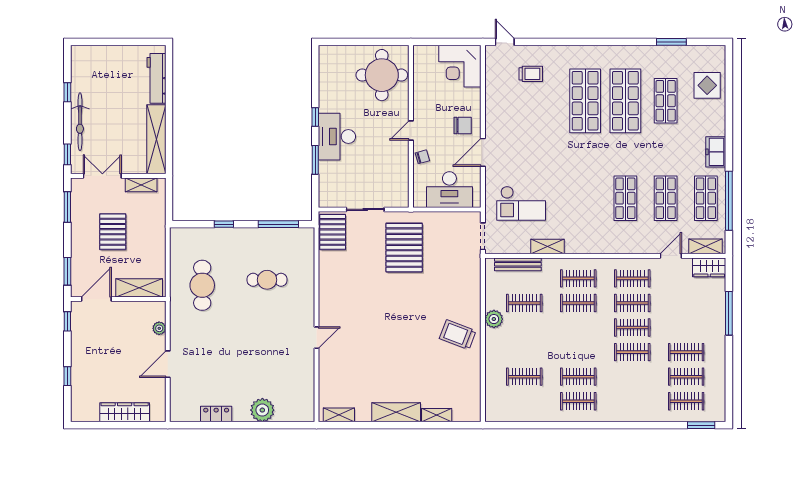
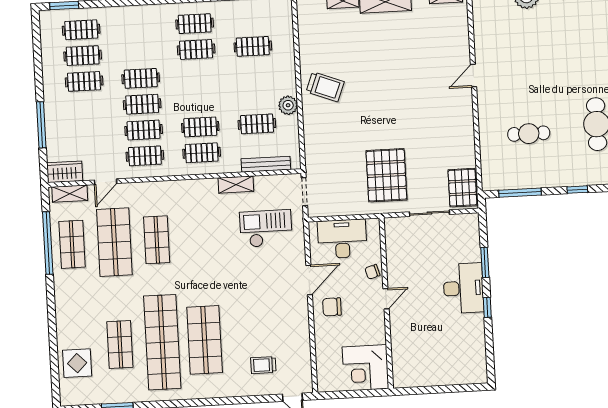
corner desk: (460, 66) -> (366, 368), moved, turned 180
round table: (382, 75) -> (420, 355), removed
shop shelf: (625, 101) -> (162, 342), width x1.40
freezer: (716, 152) -> (64, 294), removed
shop shelf: (666, 198) -> (114, 242), width x1.43, depth x1.36

